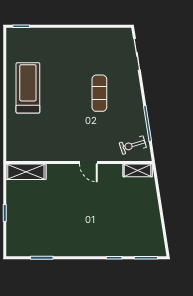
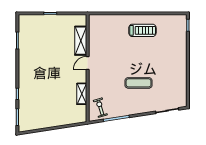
treadmill: (28, 88) -> (142, 30), width x0.73, depth x0.73
door: (88, 162) -> (88, 63), moved
shelving: (138, 170) -> (82, 94), moved
shelving: (26, 172) -> (81, 41), moved

